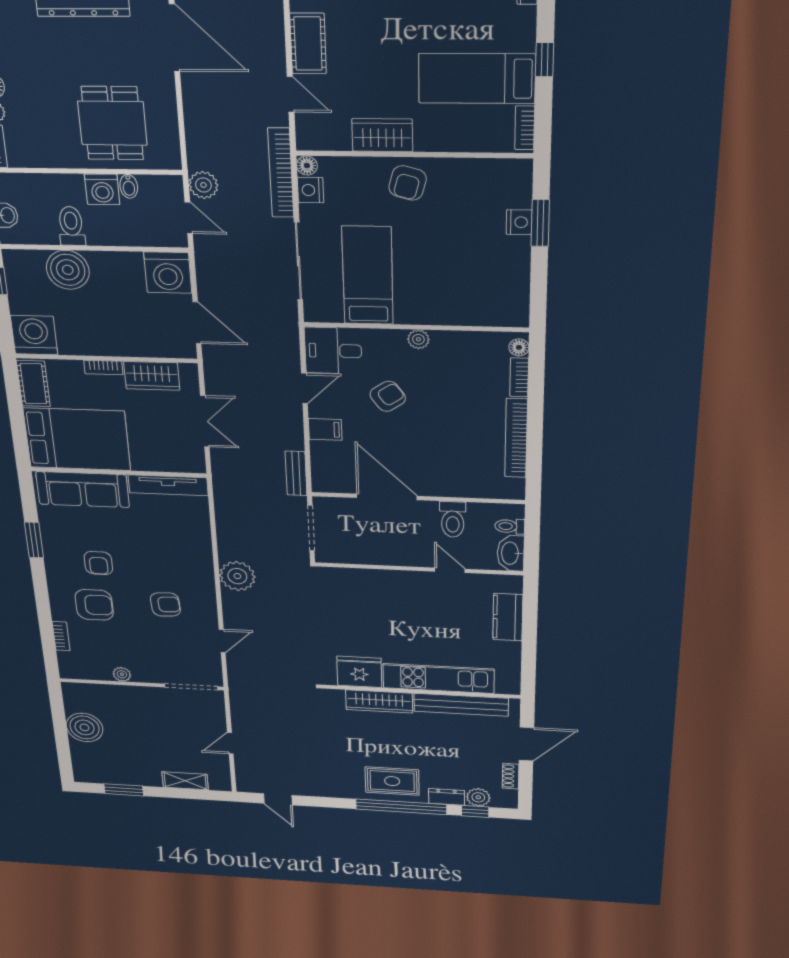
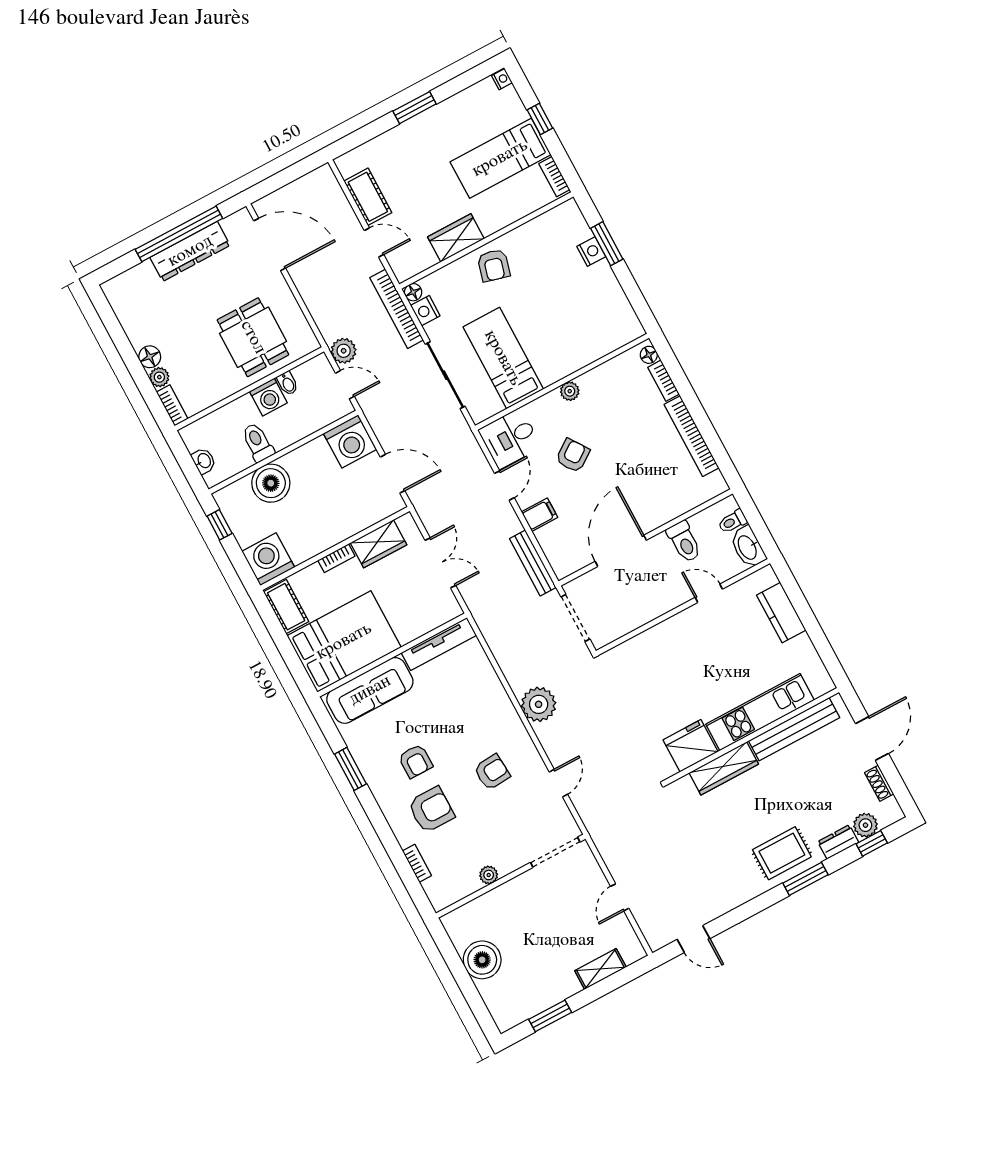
bench: (296, 473) -> (533, 563), width x1.36
door: (387, 497) -> (621, 551), hinge flipped
window: (401, 807) -> (805, 879), width x0.47

